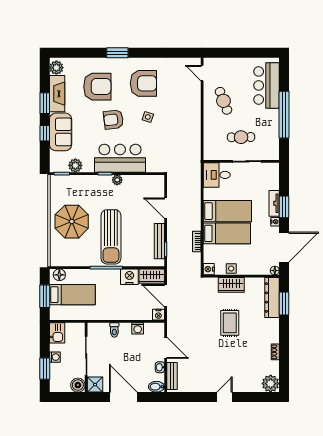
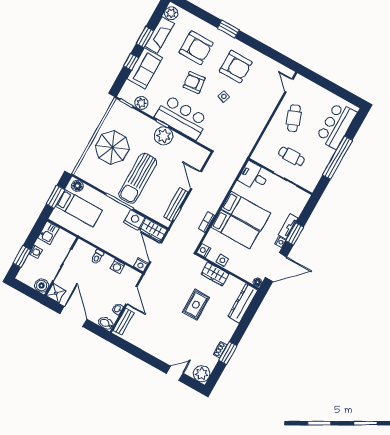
plant: (117, 180) -> (164, 136), width x1.88, depth x1.88
window: (284, 304) -> (228, 353), moved
door: (225, 397) -> (175, 373), moved

